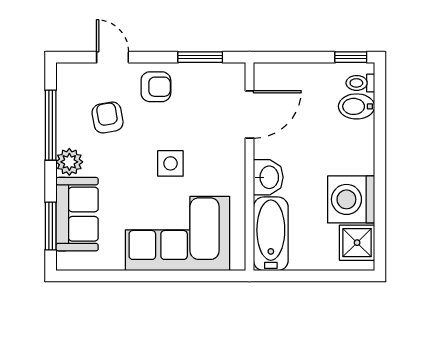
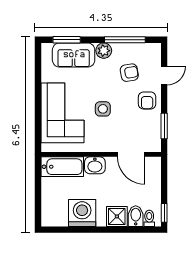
shower: (357, 243) -> (117, 216), moved

